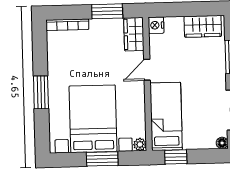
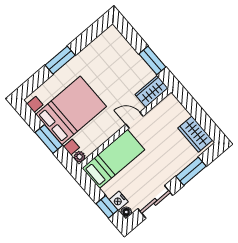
bookcase: (67, 25) -> (121, 41), removed
nightstand: (156, 25) -> (119, 201), moved, turned -90
window: (176, 157) -> (107, 207), moved

